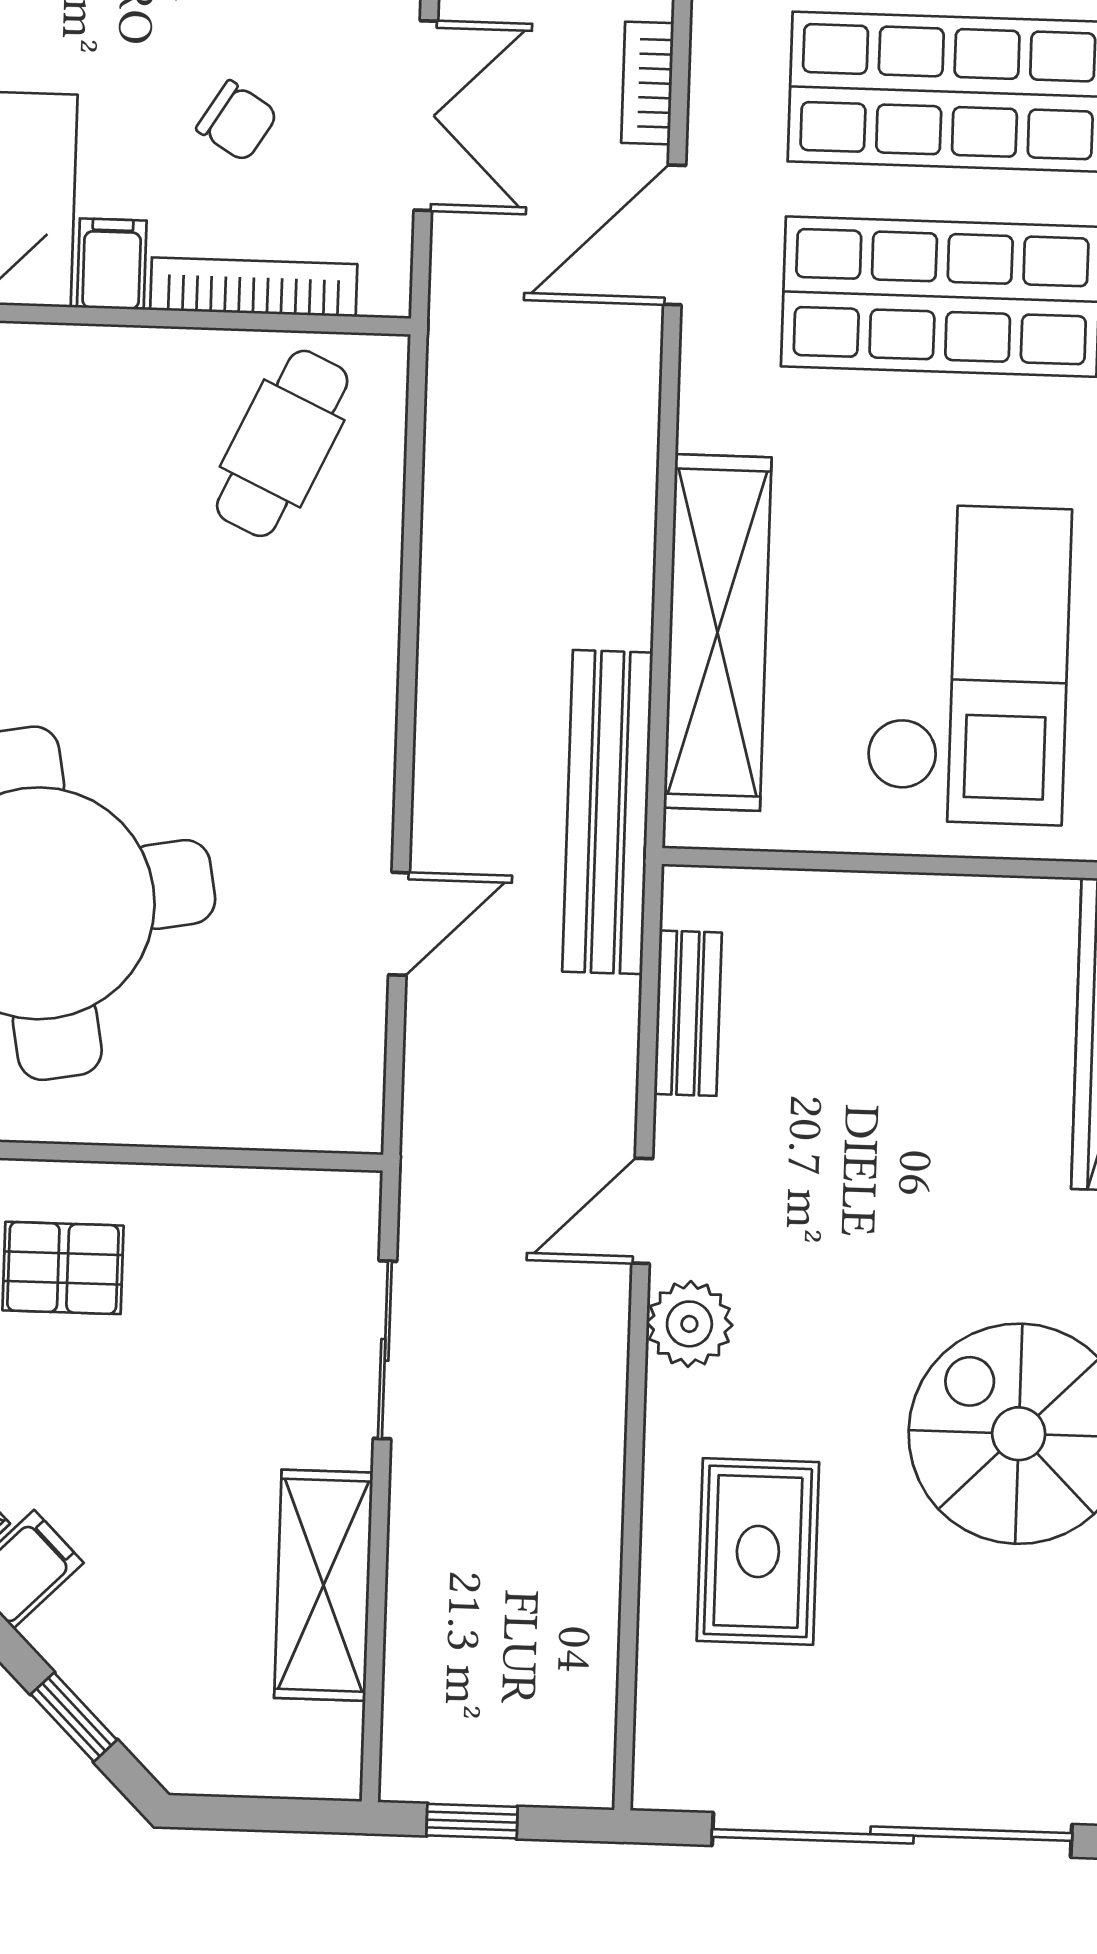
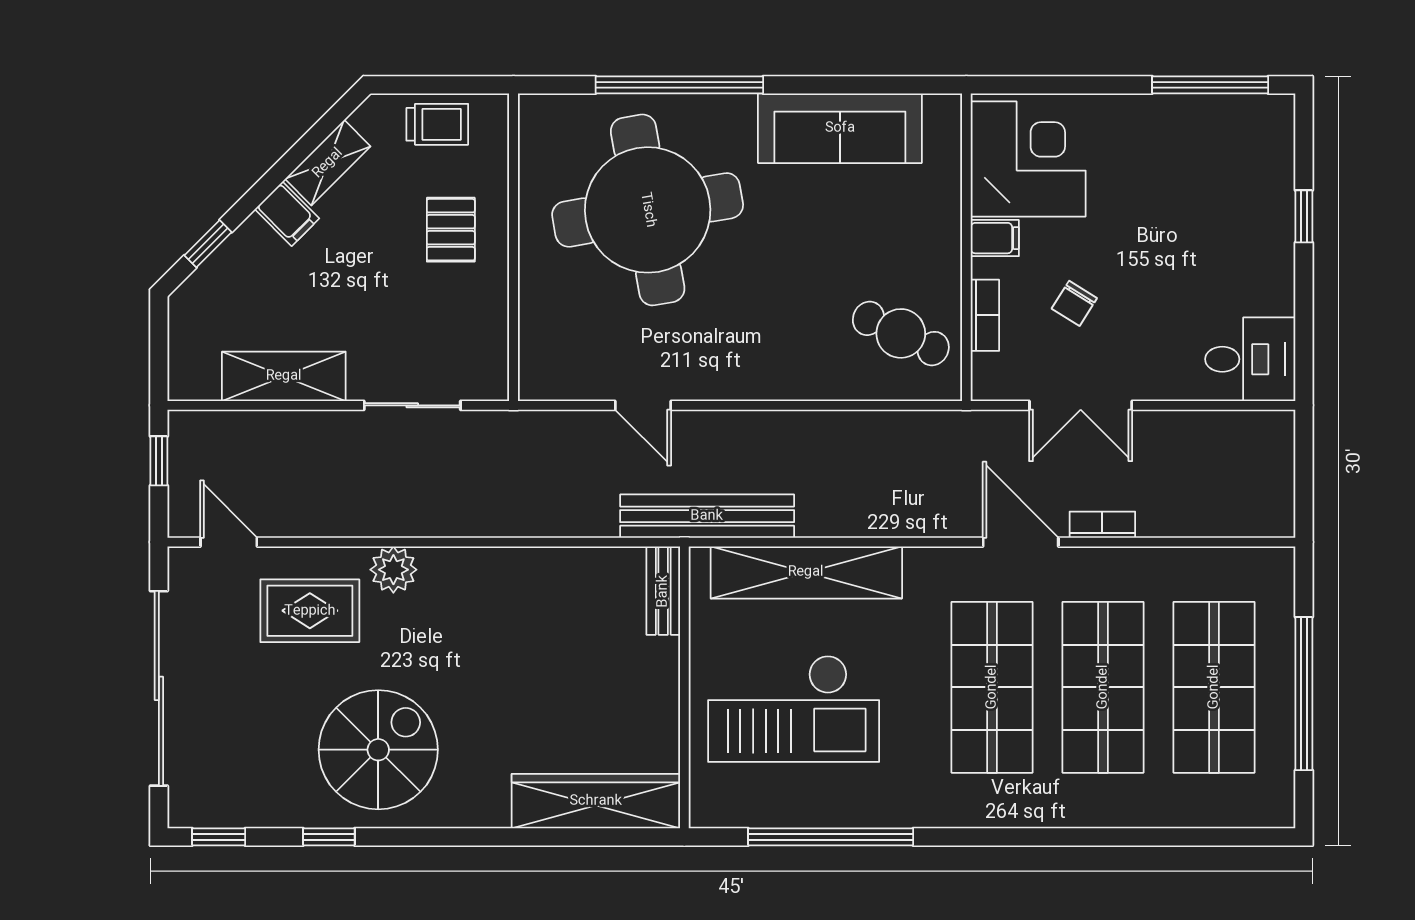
bookcase: (254, 287) -> (985, 315), width x0.64
bench: (688, 1013) -> (663, 591), moved, turned 90
door: (642, 1211) -> (229, 542), moved
plant: (689, 1324) -> (393, 570), moved

